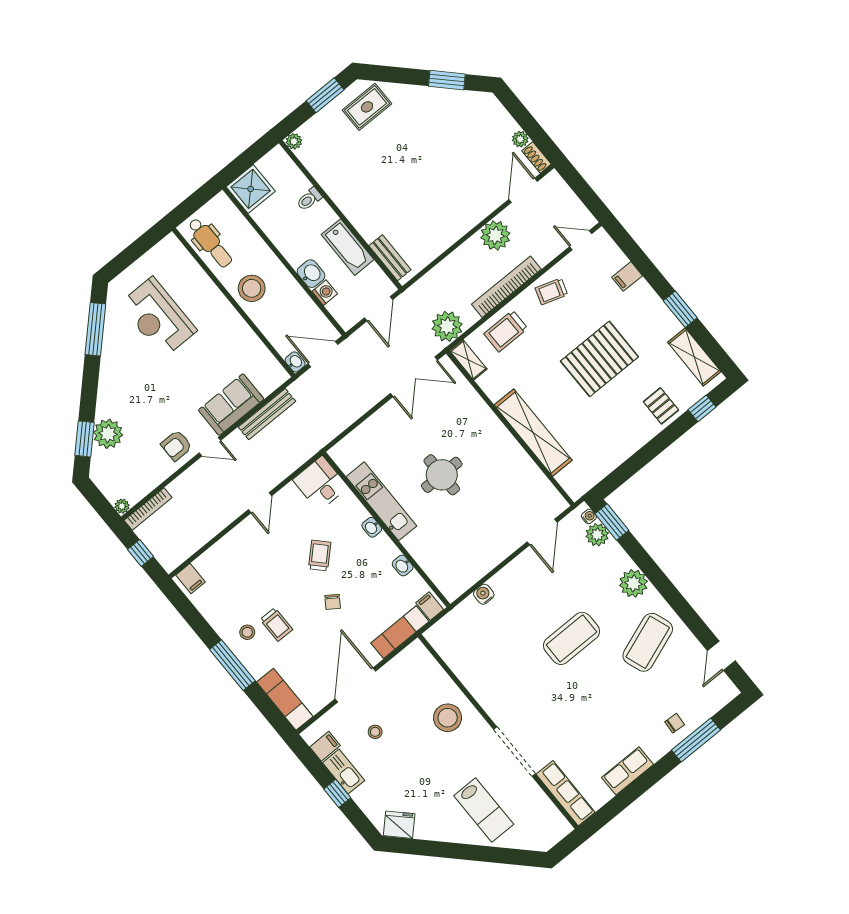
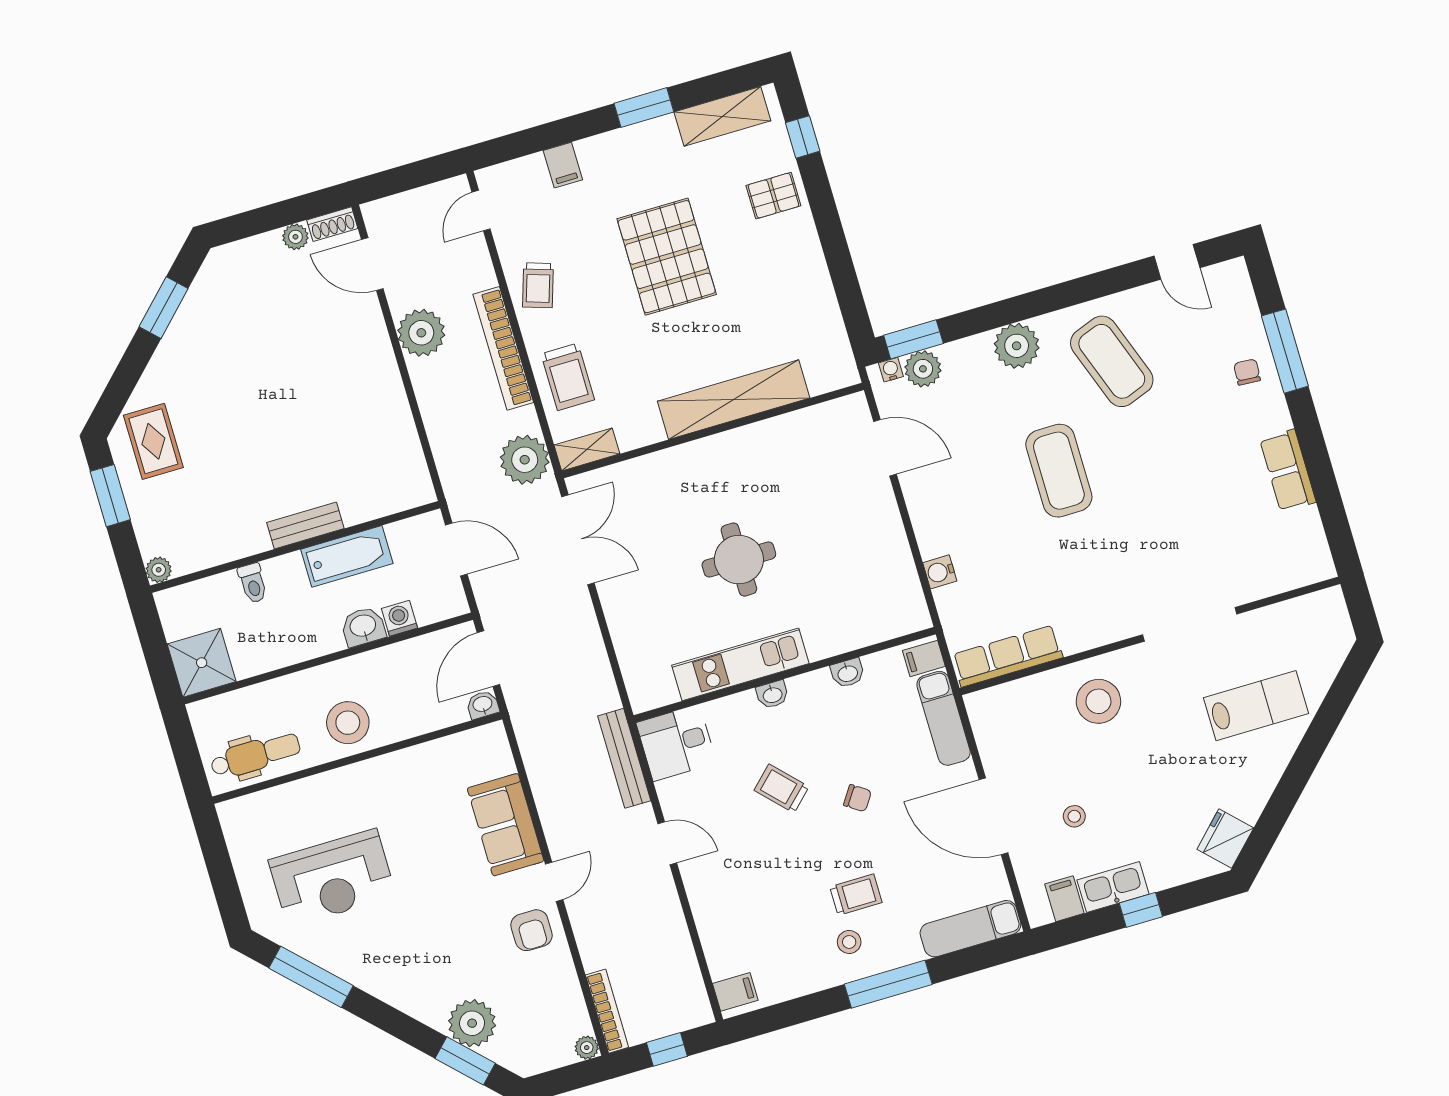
bench: (390, 258) -> (305, 526), moved
bench: (267, 414) -> (624, 758), moved
row of seats: (566, 793) -> (1007, 656), moved

